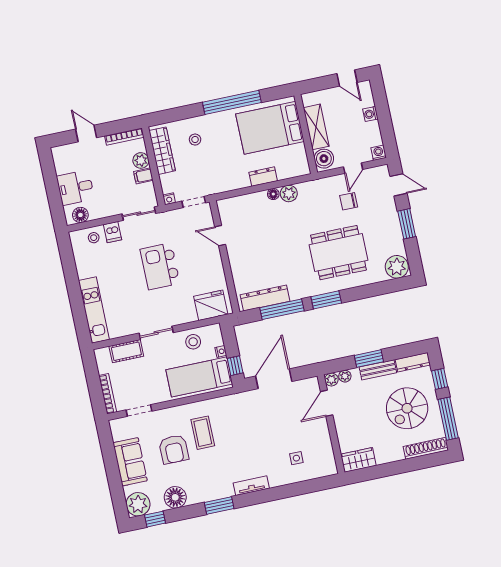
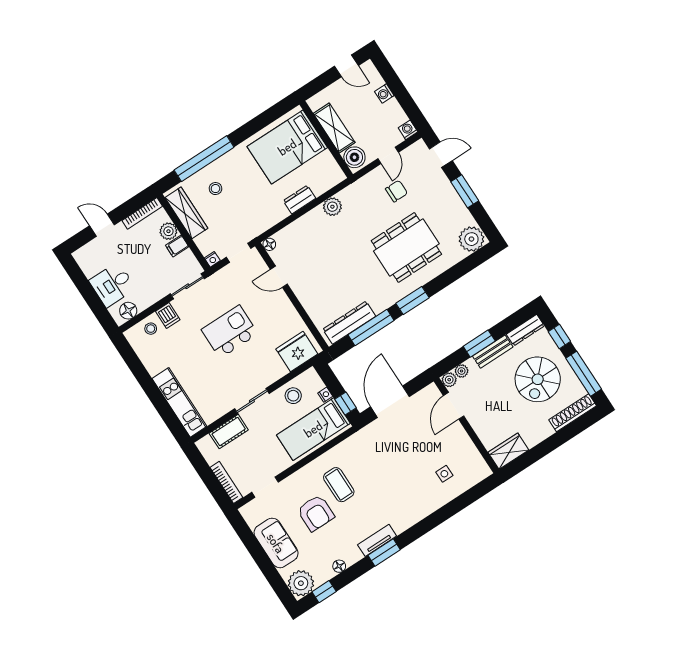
window: (232, 102) -> (204, 159), moved
floor lamp: (273, 194) -> (269, 244), moved
chair: (349, 201) -> (396, 191), turned 180
kitchen island: (160, 266) -> (230, 332), turned 90
tv unit: (251, 486) -> (377, 540), moved
floor lamp: (175, 497) -> (339, 566), width x0.53, depth x0.53

